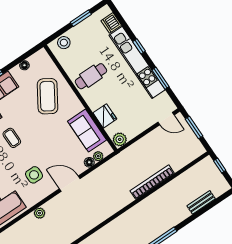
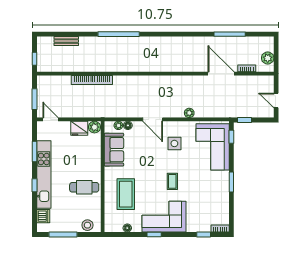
window: (81, 18) -> (63, 234), width x1.44
coffee table: (48, 96) -> (126, 194), turned -32
fridge: (105, 116) -> (79, 128), moved, turned -90

